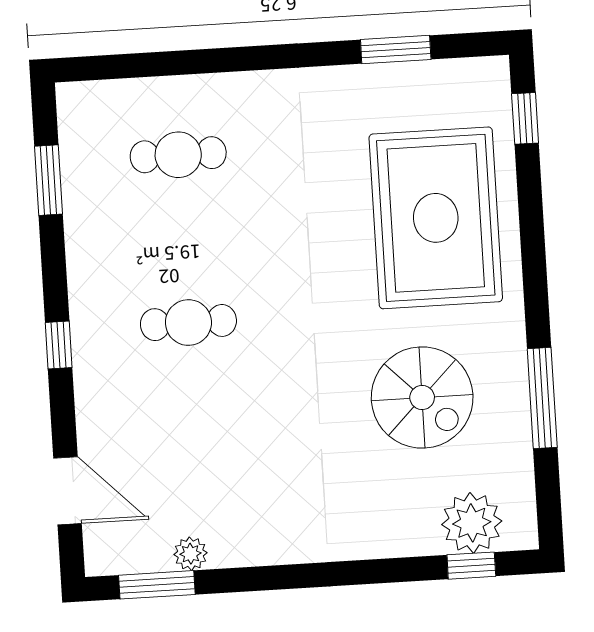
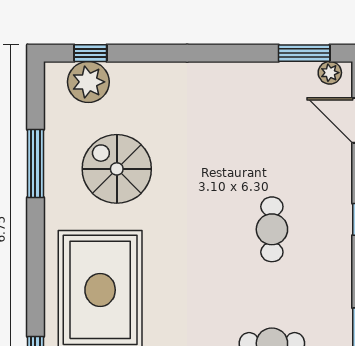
cafe table: (188, 323) -> (272, 229), turned 90
plant: (190, 554) -> (330, 73), moved

